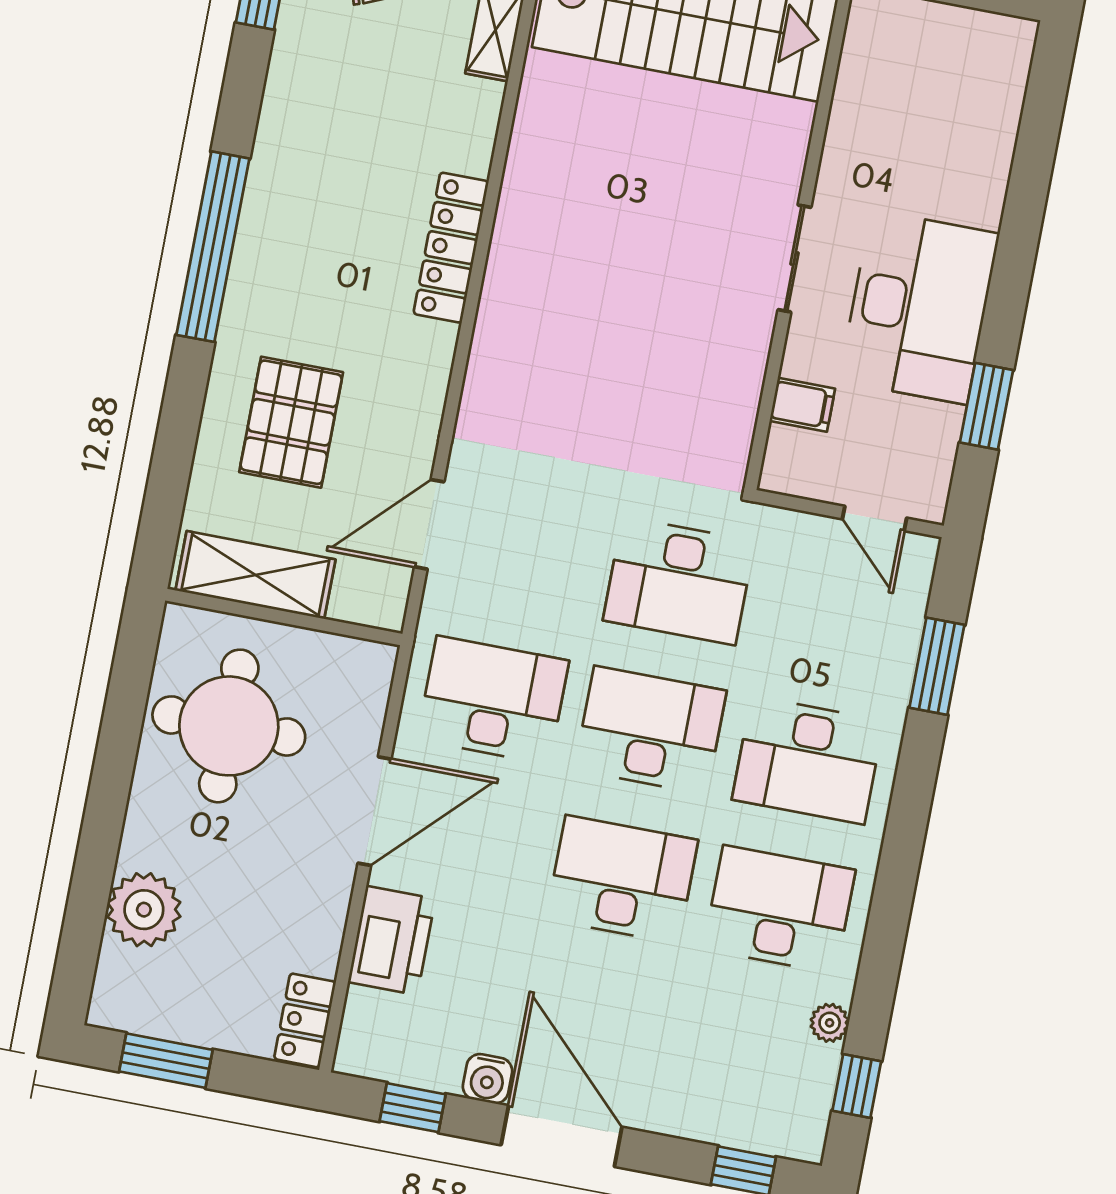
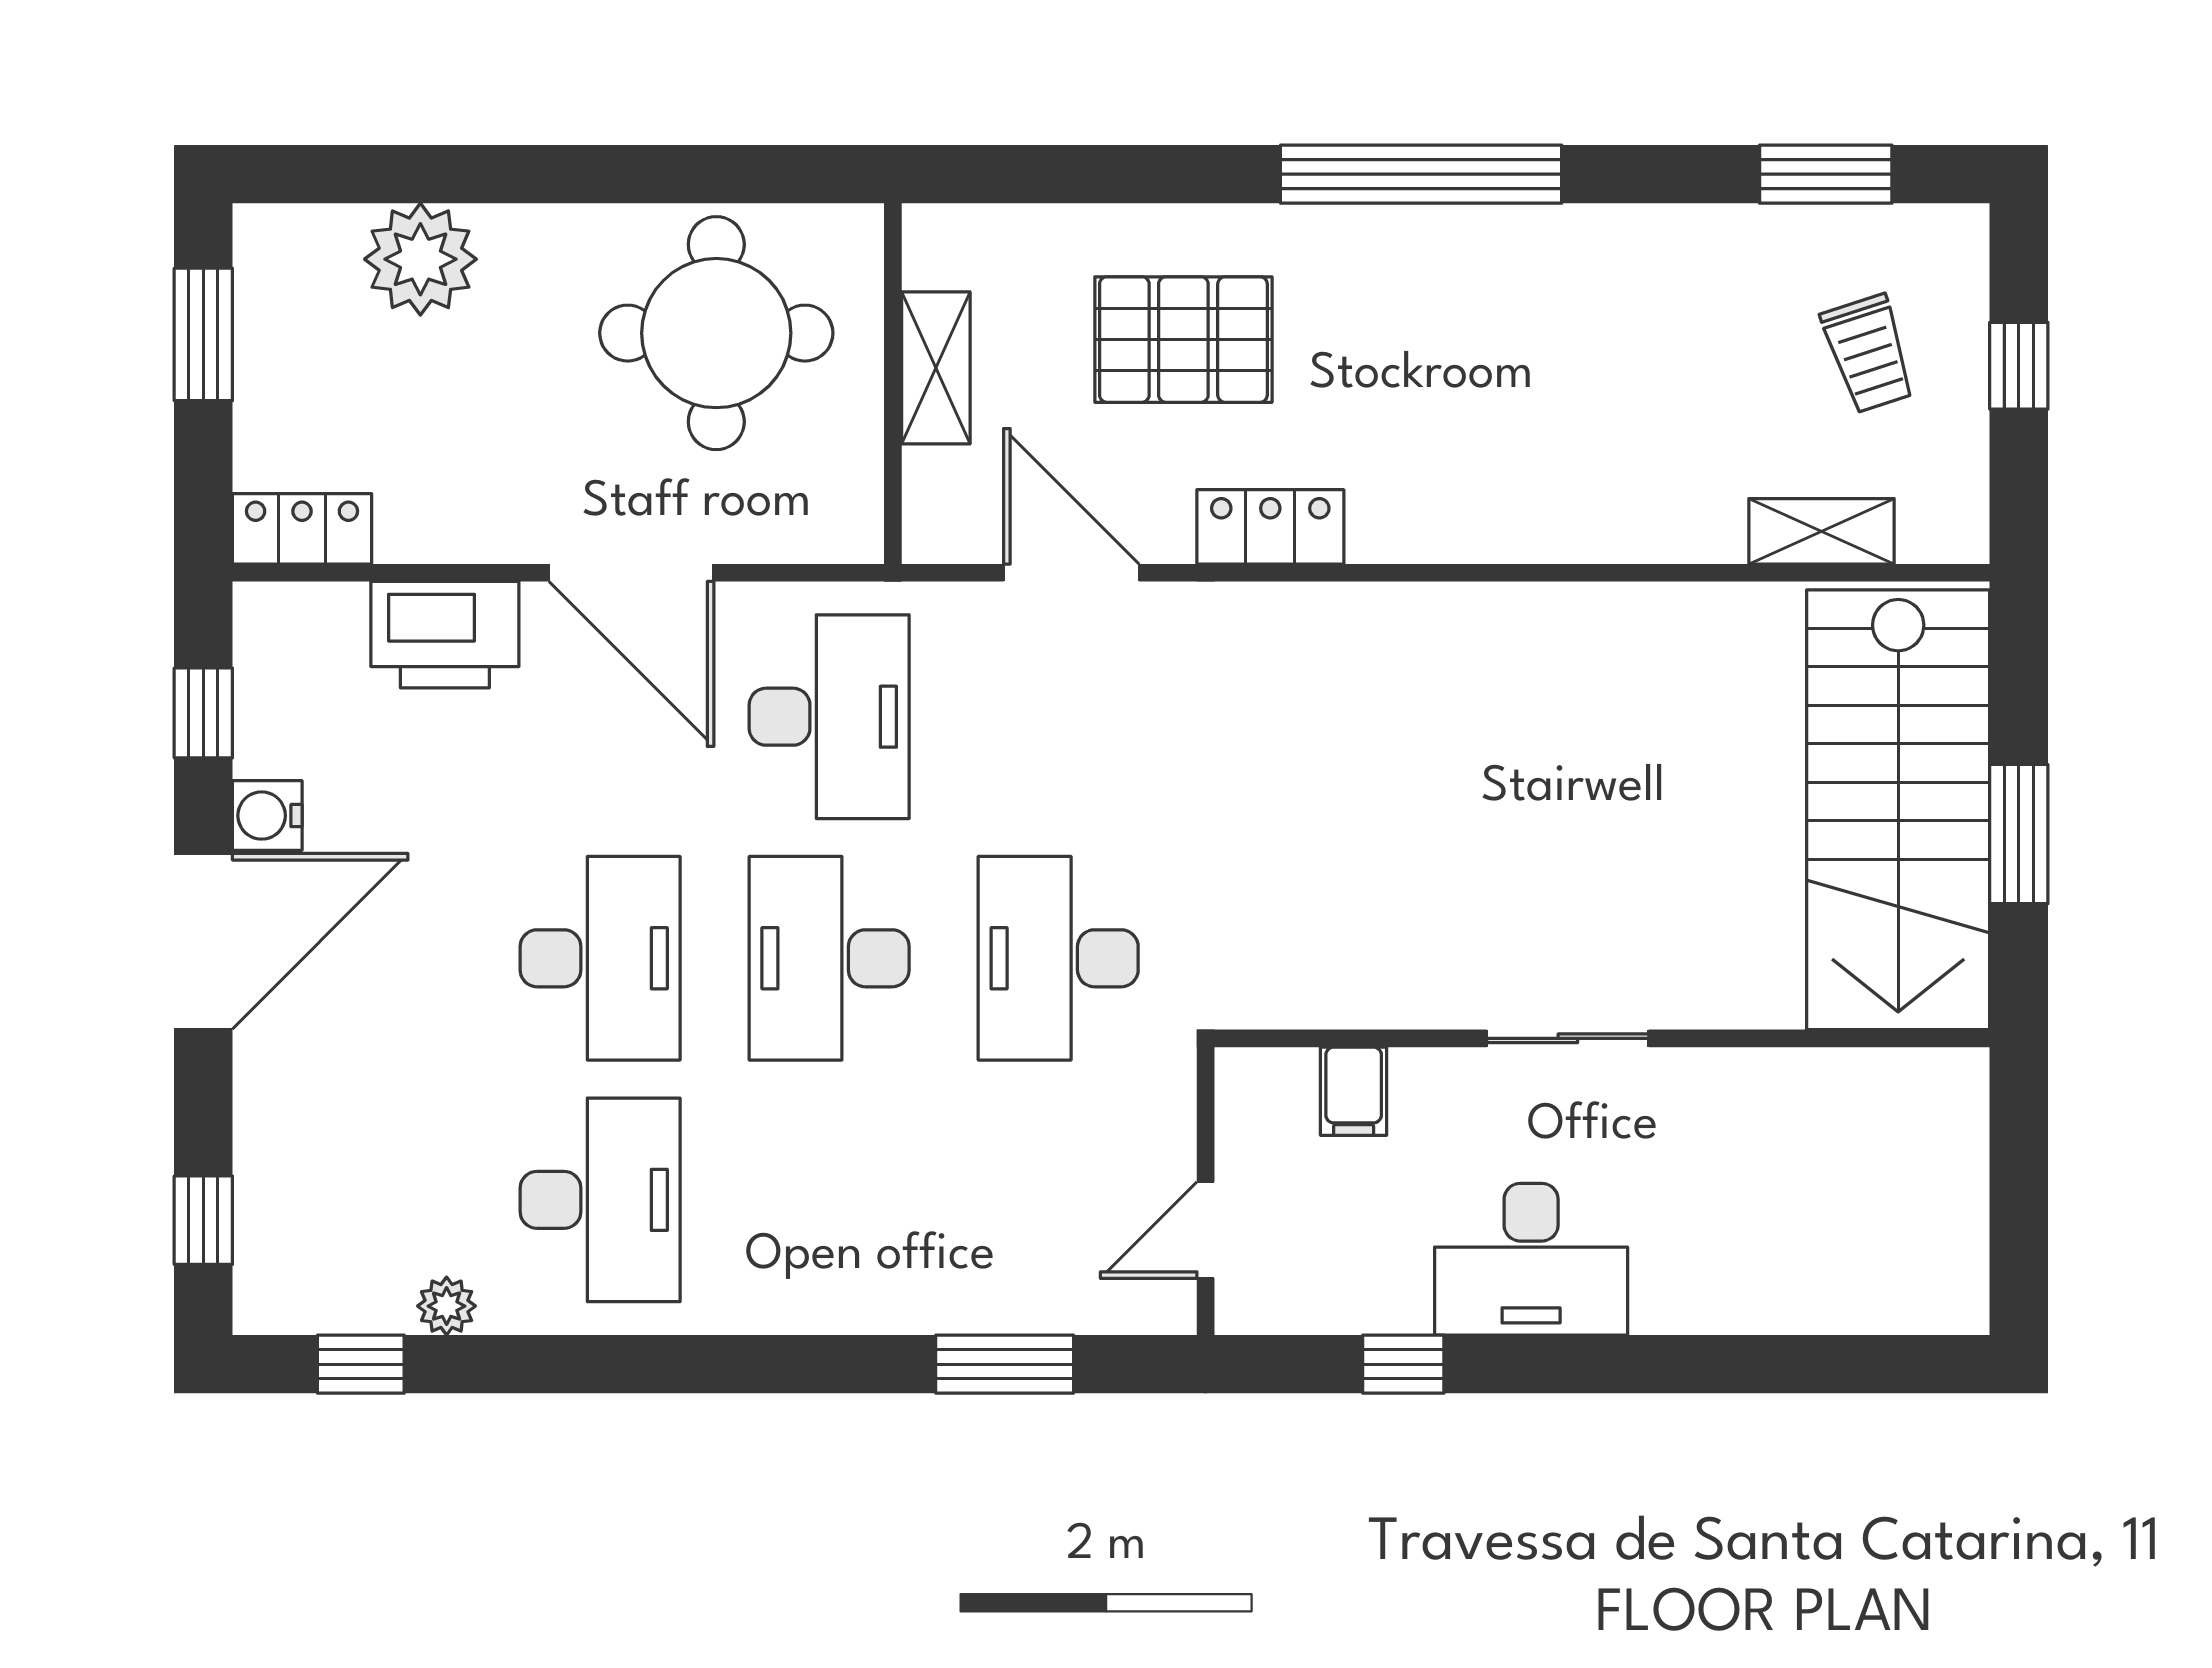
locker: (451, 248) -> (1270, 527), moved, width x0.66
desk: (919, 307) -> (1531, 1259), width x0.73, depth x0.77
window: (986, 406) -> (1403, 1364), width x0.67
shelving: (255, 575) -> (936, 368), width x0.67, depth x0.75
desk: (650, 730) -> (829, 958), turned 180
desk: (808, 760) -> (829, 1200), removed

